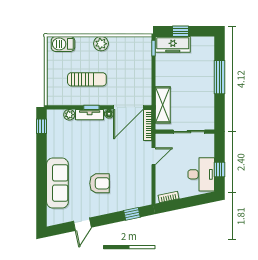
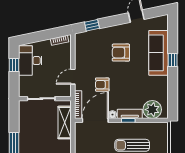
plant: (69, 115) -> (152, 110), width x1.88, depth x1.88
window: (42, 126) -> (173, 60), moved
armchair: (120, 147) -> (102, 85), added

